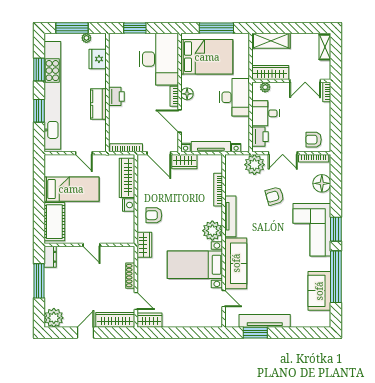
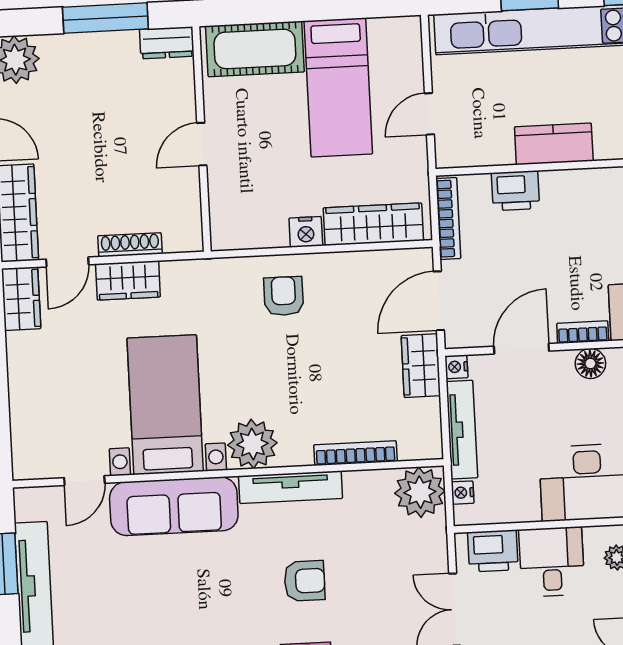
printer: (116, 96) -> (515, 191), moved
plant: (254, 165) -> (420, 492), moved
armchair: (275, 196) -> (305, 581), moved, turned 106
wardrobe: (144, 245) -> (128, 280), moved

